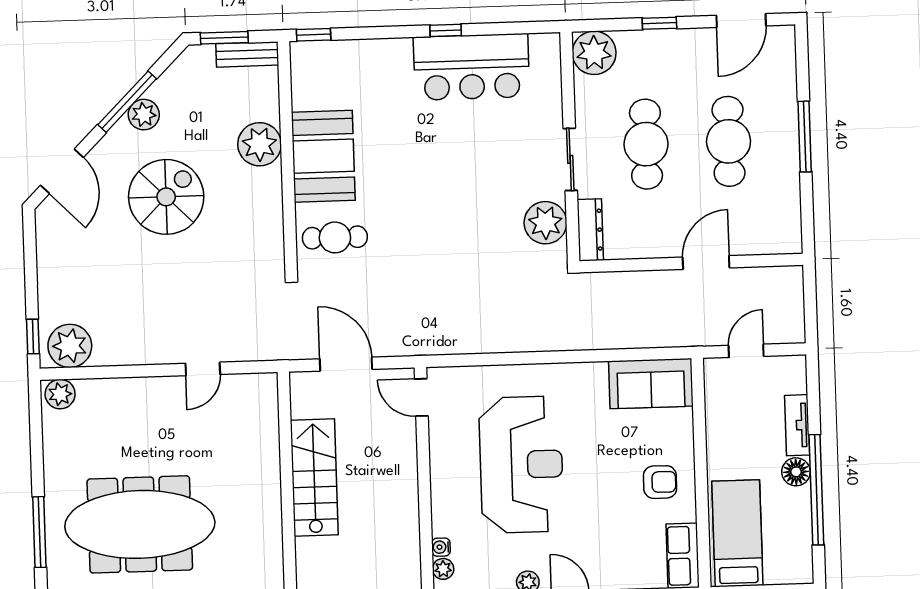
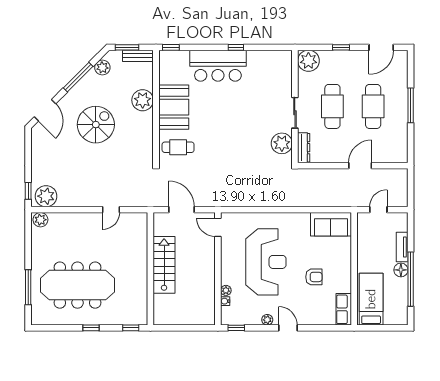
bar counter: (471, 67) -> (218, 66), moved
plant: (144, 115) -> (102, 67), moved
armchair: (660, 482) -> (314, 277), moved
plant: (443, 569) -> (226, 290), moved

